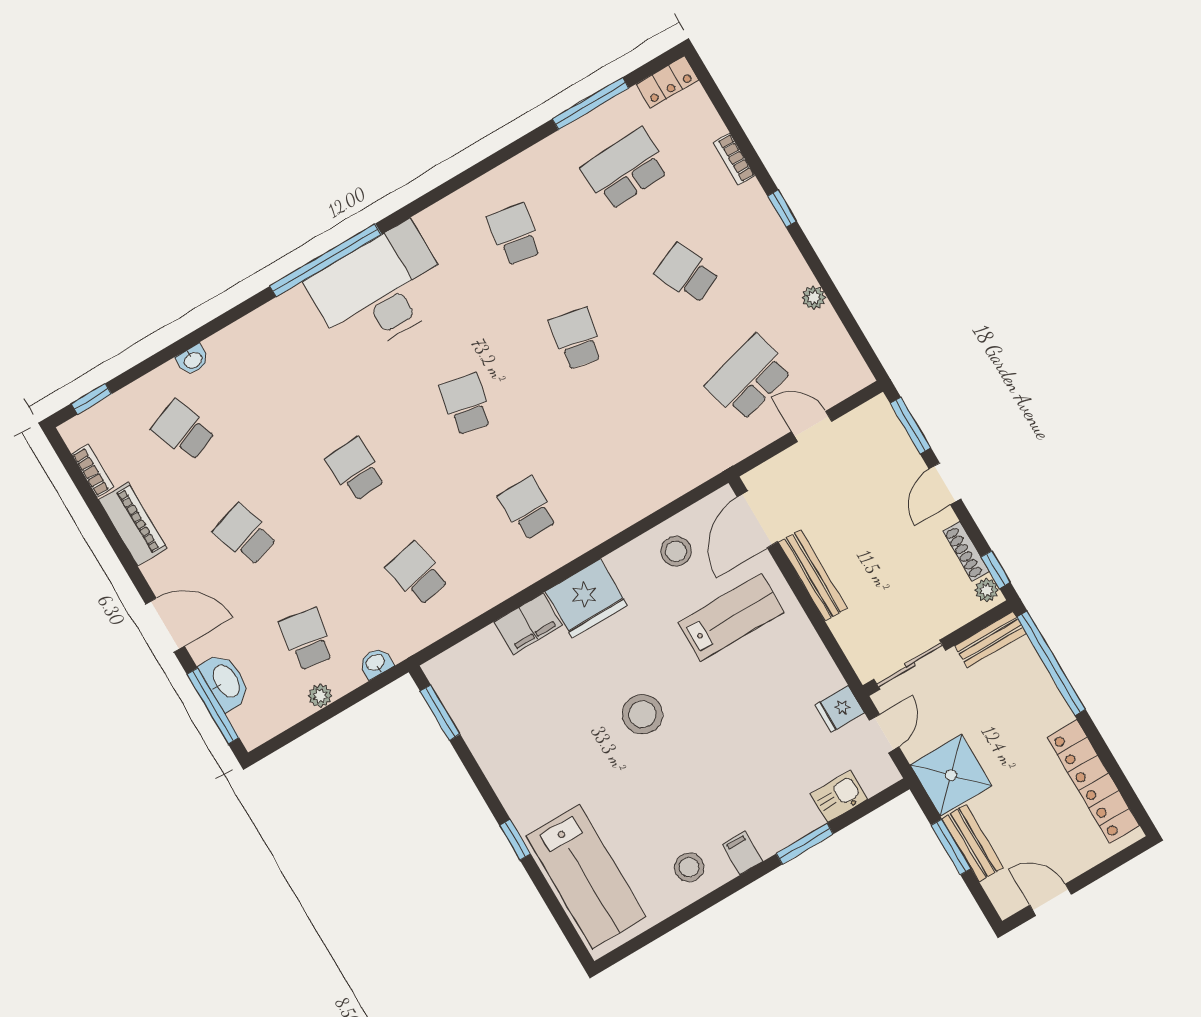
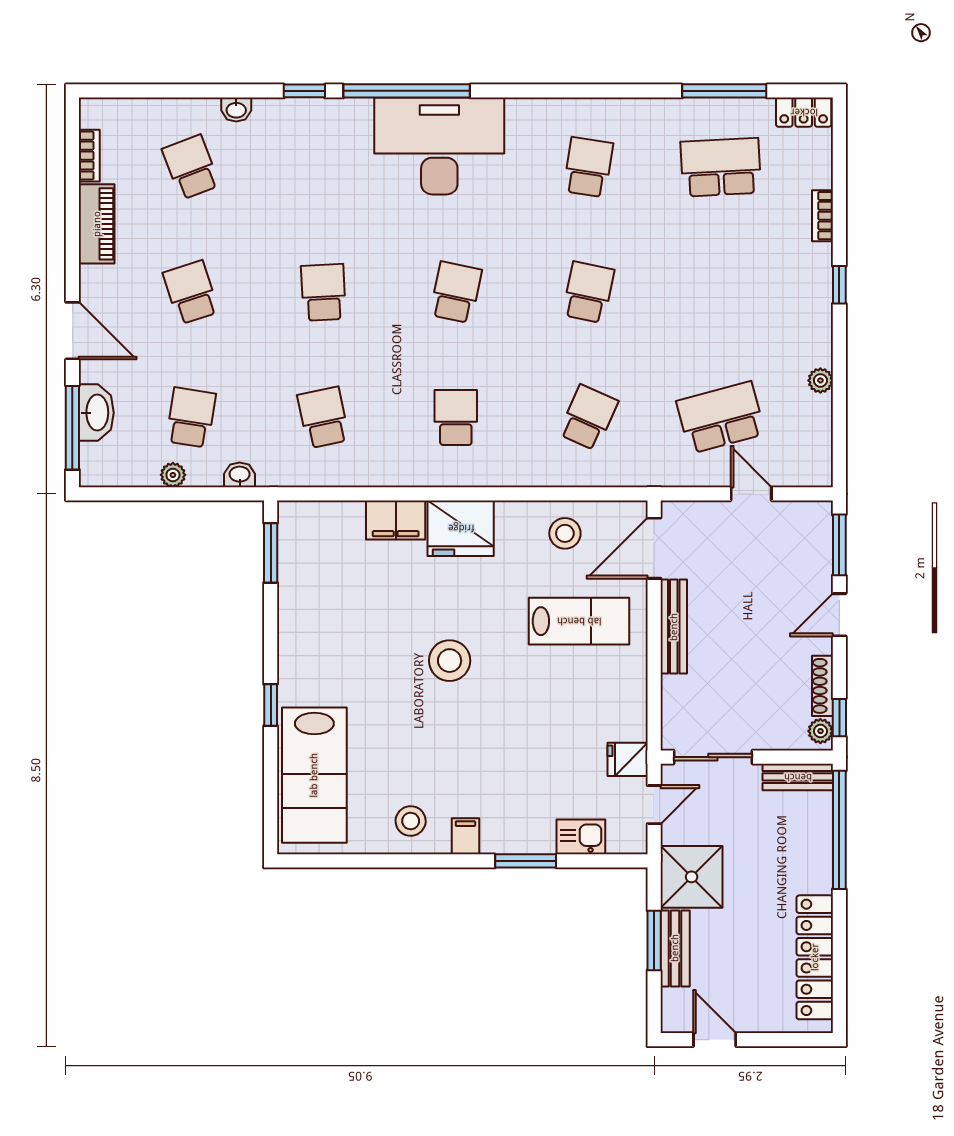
school desk: (687, 273) -> (588, 417), moved, turned 48
window: (91, 399) -> (304, 91), moved

